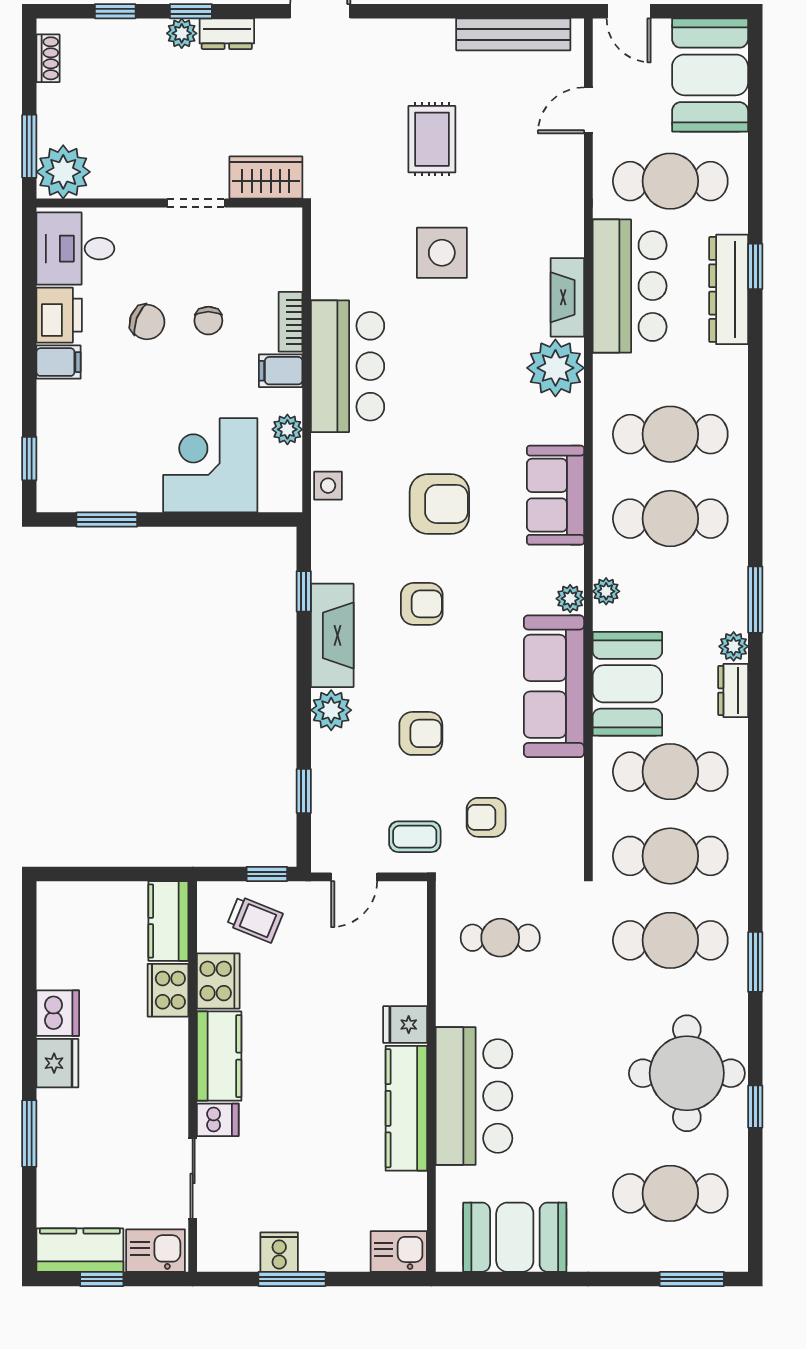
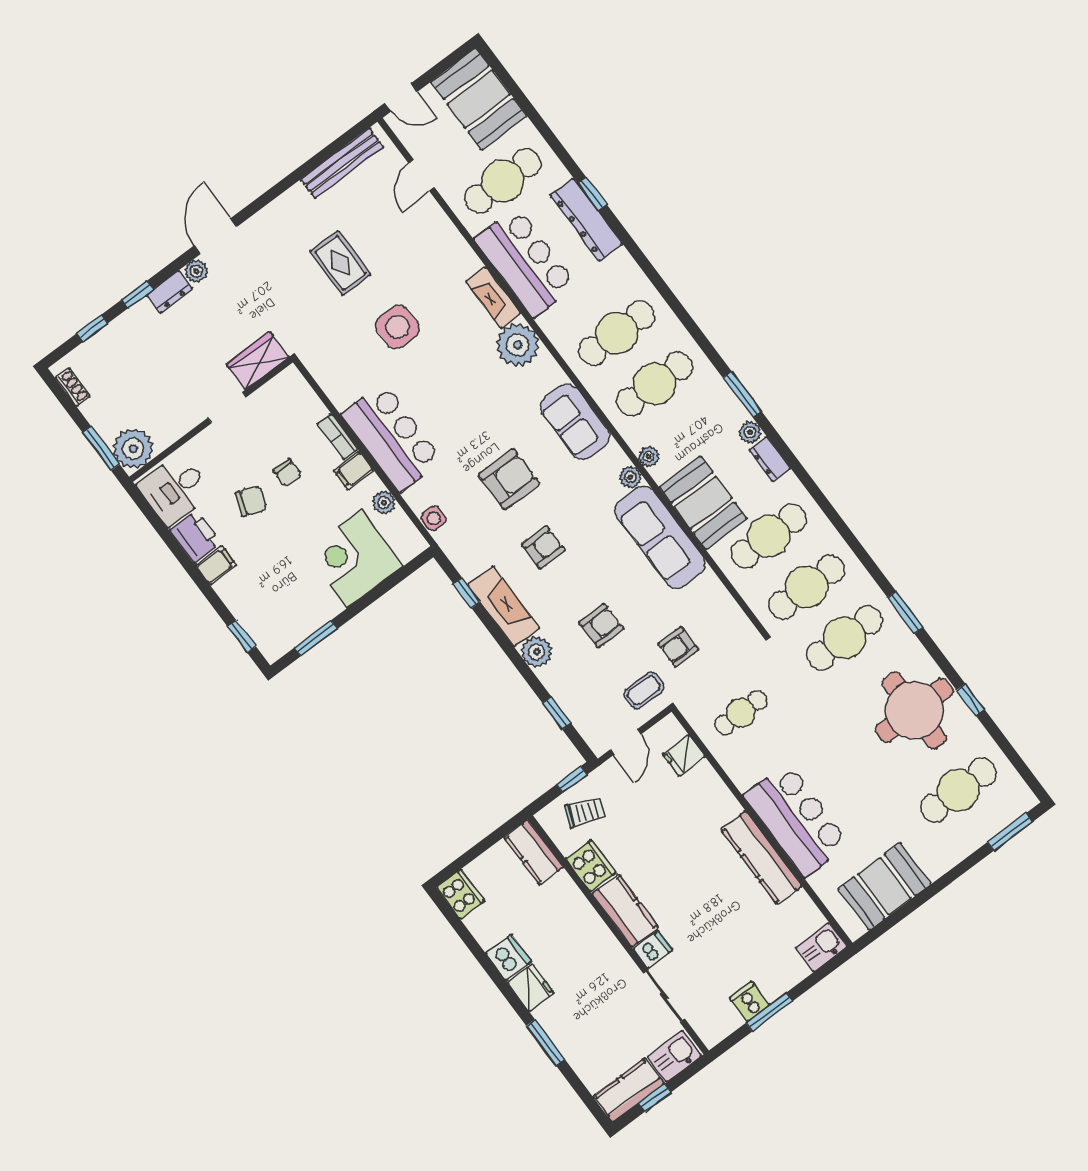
plant: (182, 33) -> (196, 271), moved
cooker: (168, 990) -> (460, 894), moved, turned 180
fridge: (405, 1025) -> (684, 755), moved

